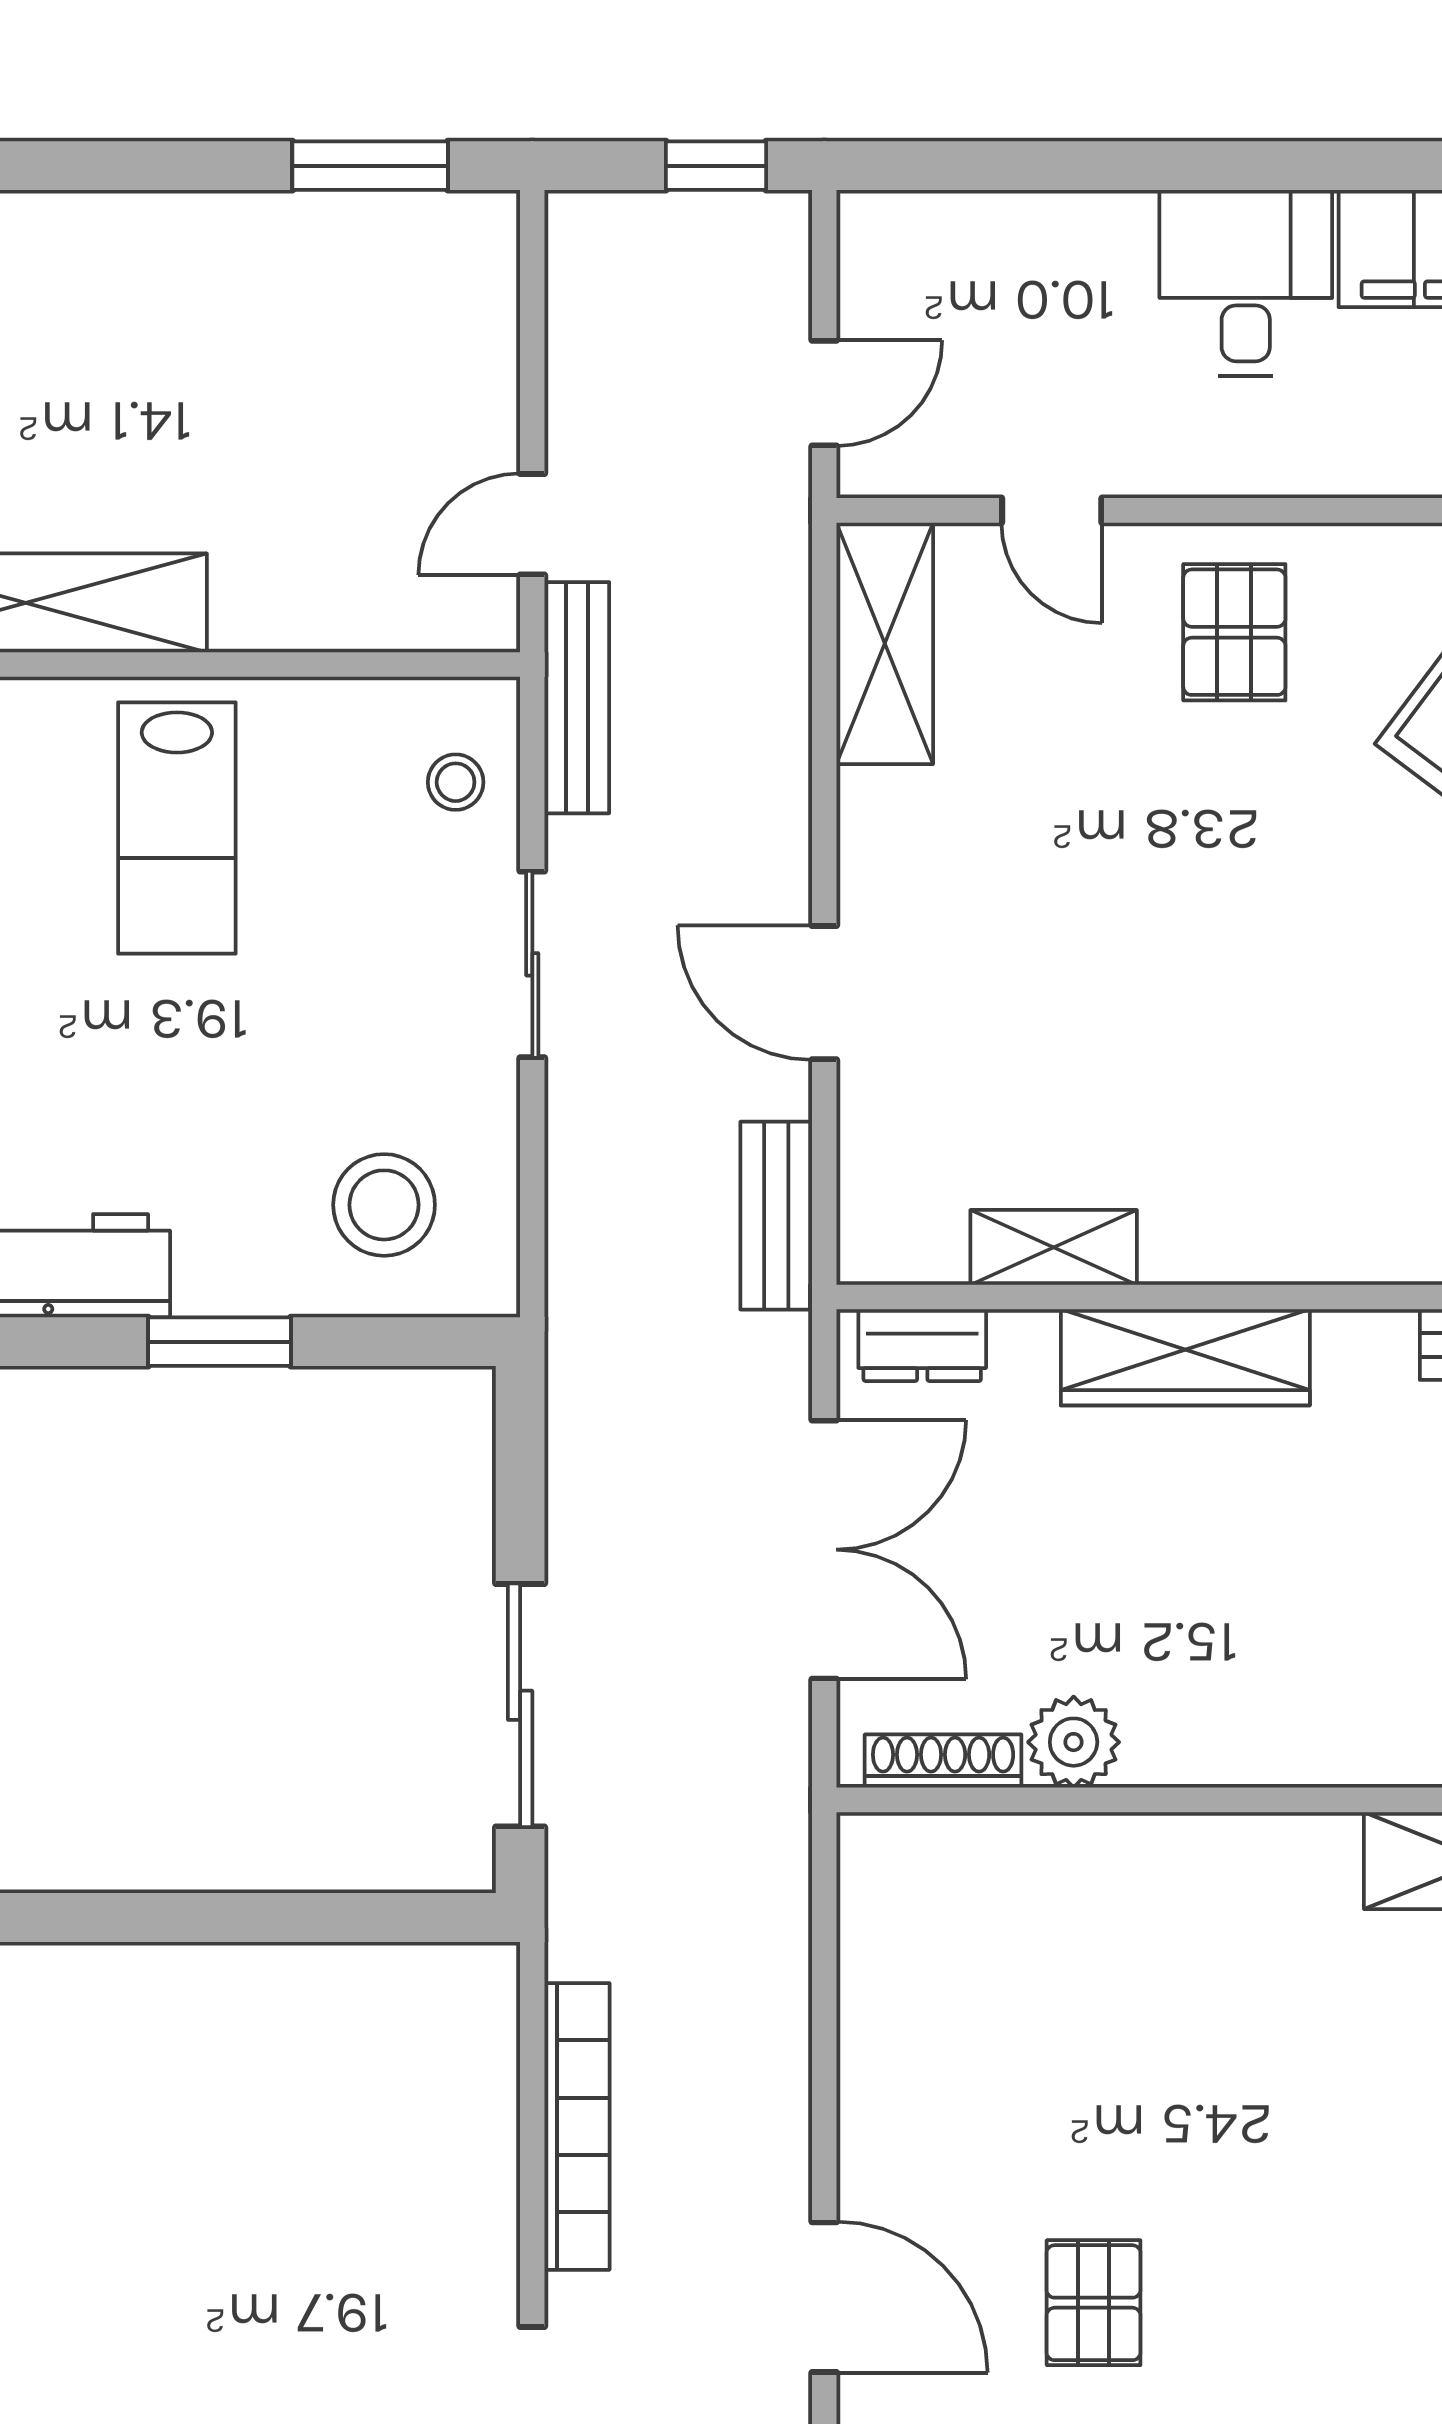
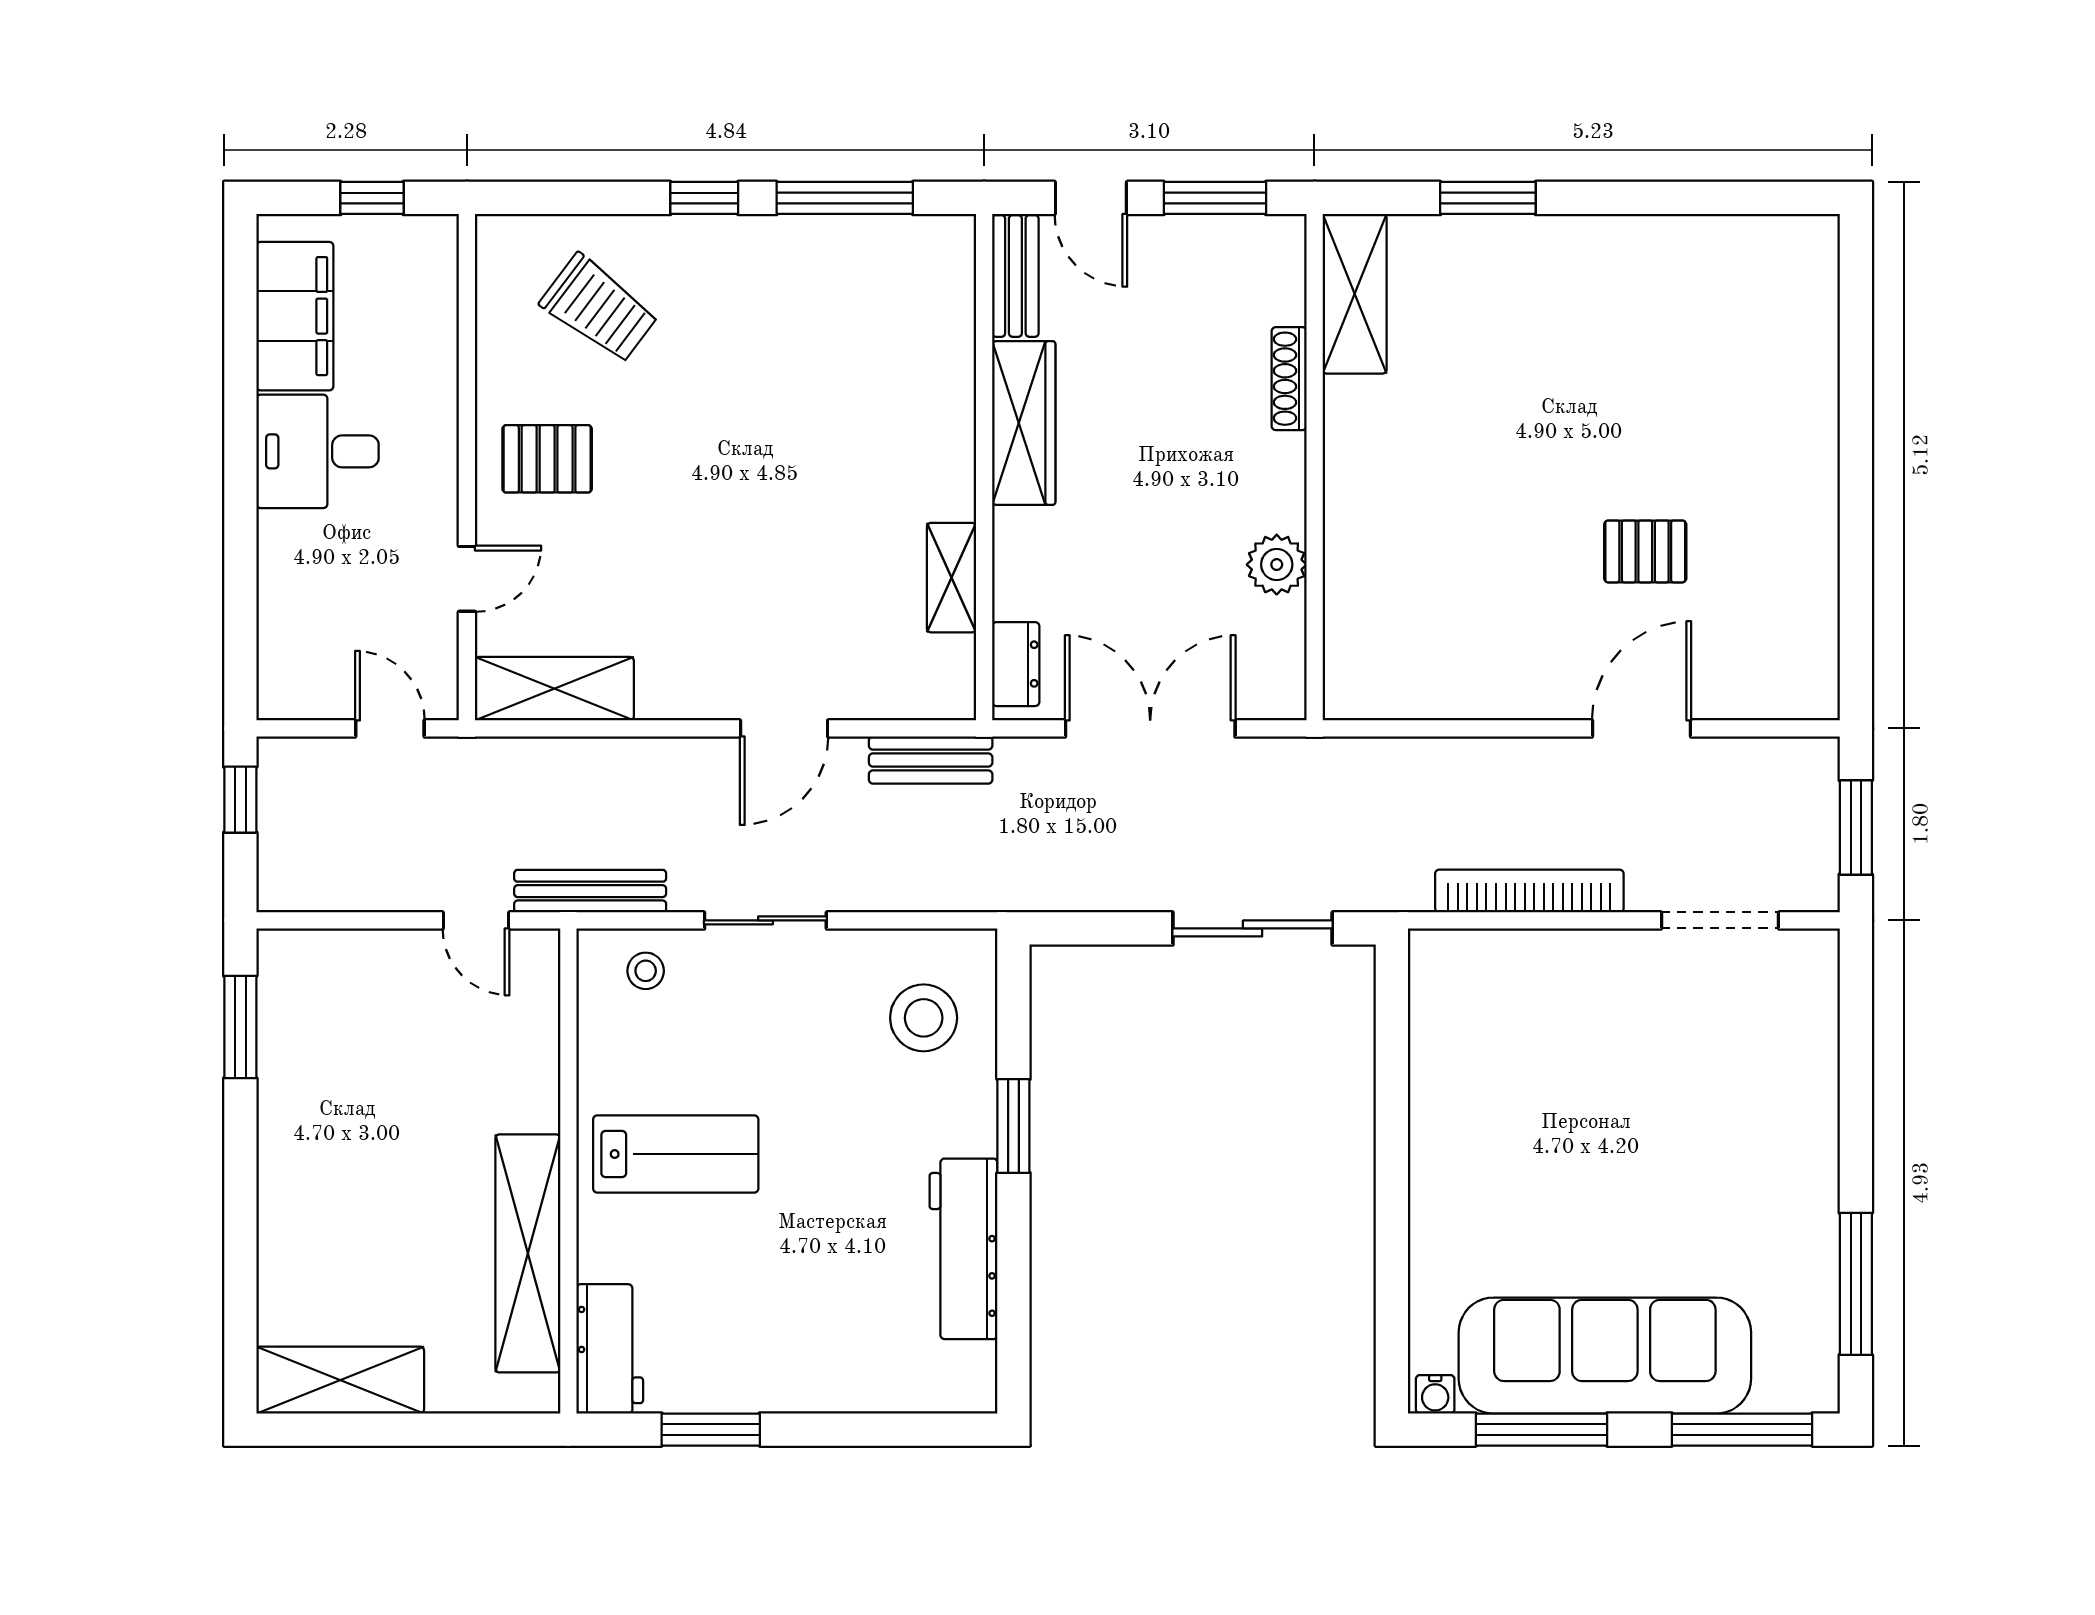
wardrobe: (1185, 1357) -> (1024, 423), moved
shoe rack: (943, 1761) -> (1289, 379), moved

